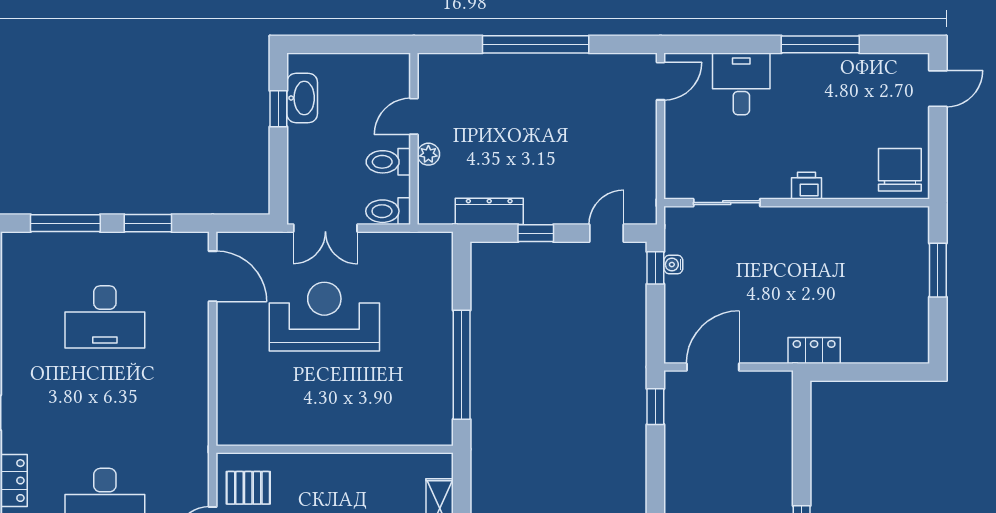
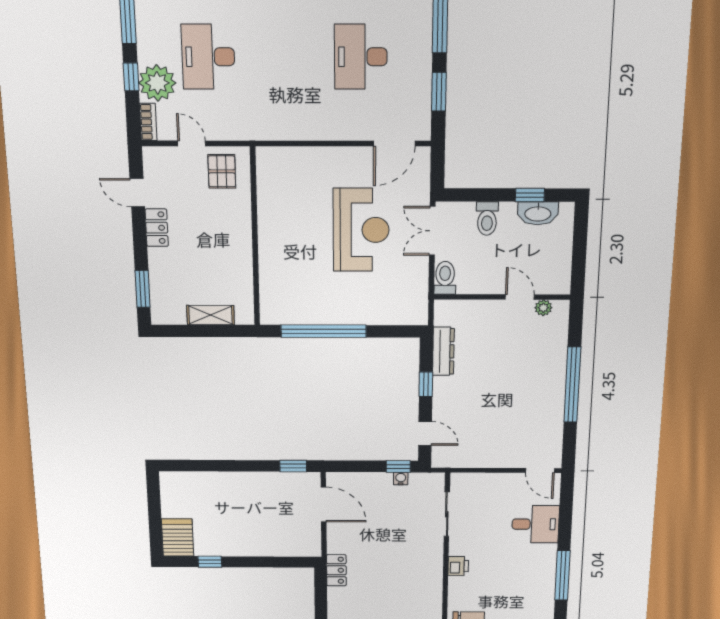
plant: (428, 154) -> (543, 308), moved
toilet: (388, 162) -> (487, 218), moved, turned 180

